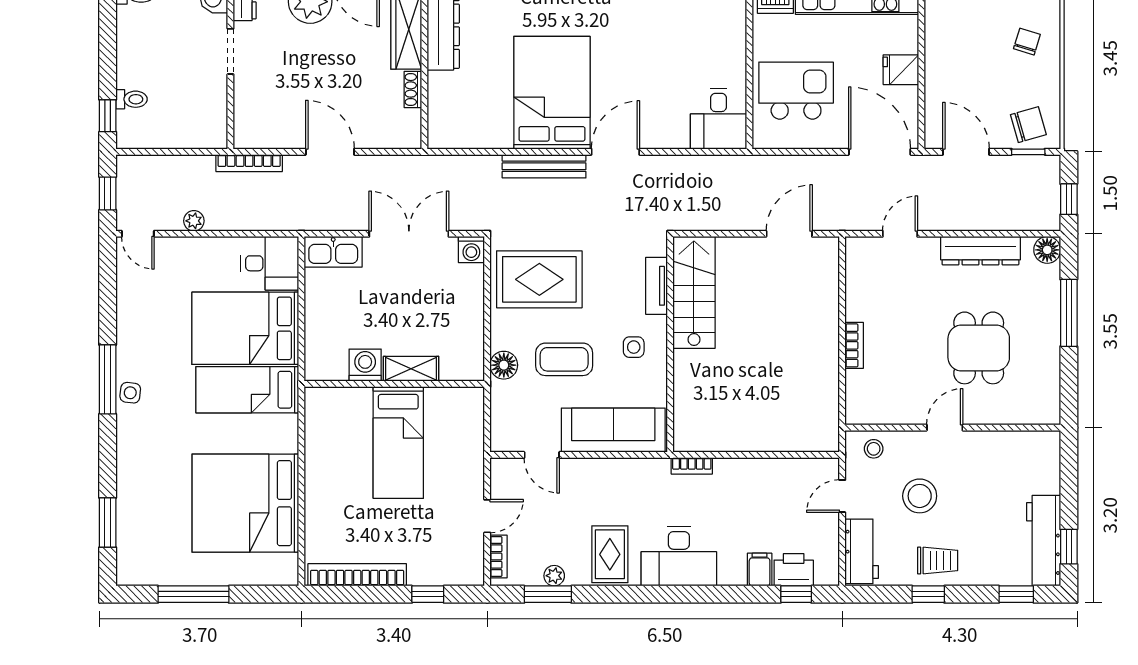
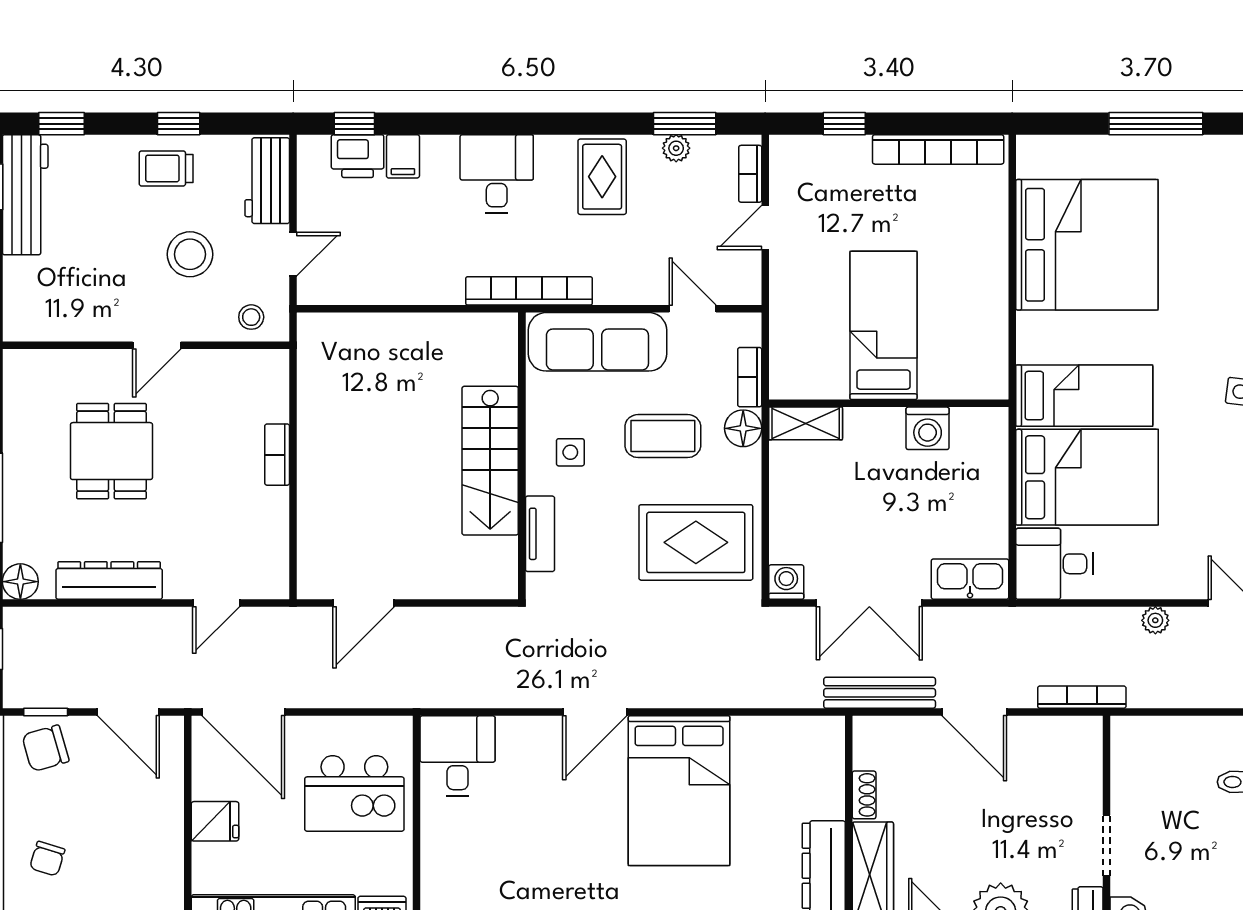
bench: (544, 166) -> (880, 693), moved
stairs: (694, 292) -> (490, 461), moved
shelving: (411, 369) -> (806, 423), moved
bookcase: (499, 404) -> (750, 377), added
bookcase: (692, 466) -> (529, 291), width x2.31, depth x1.31
desk: (679, 556) -> (497, 174), width x0.73

